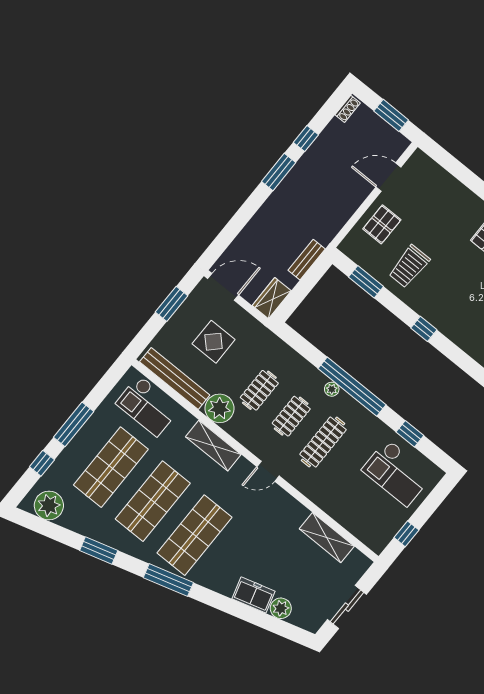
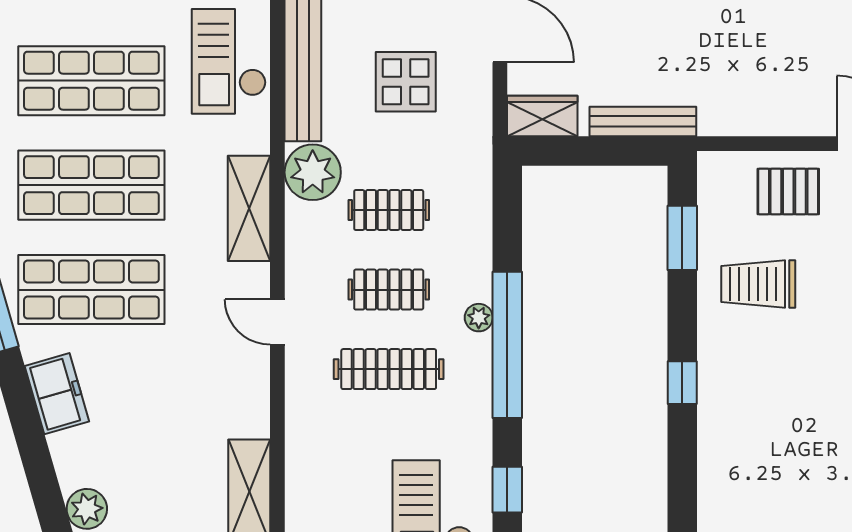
bench: (307, 260) -> (643, 121), width x1.36
freezer: (254, 595) -> (57, 394), moved

